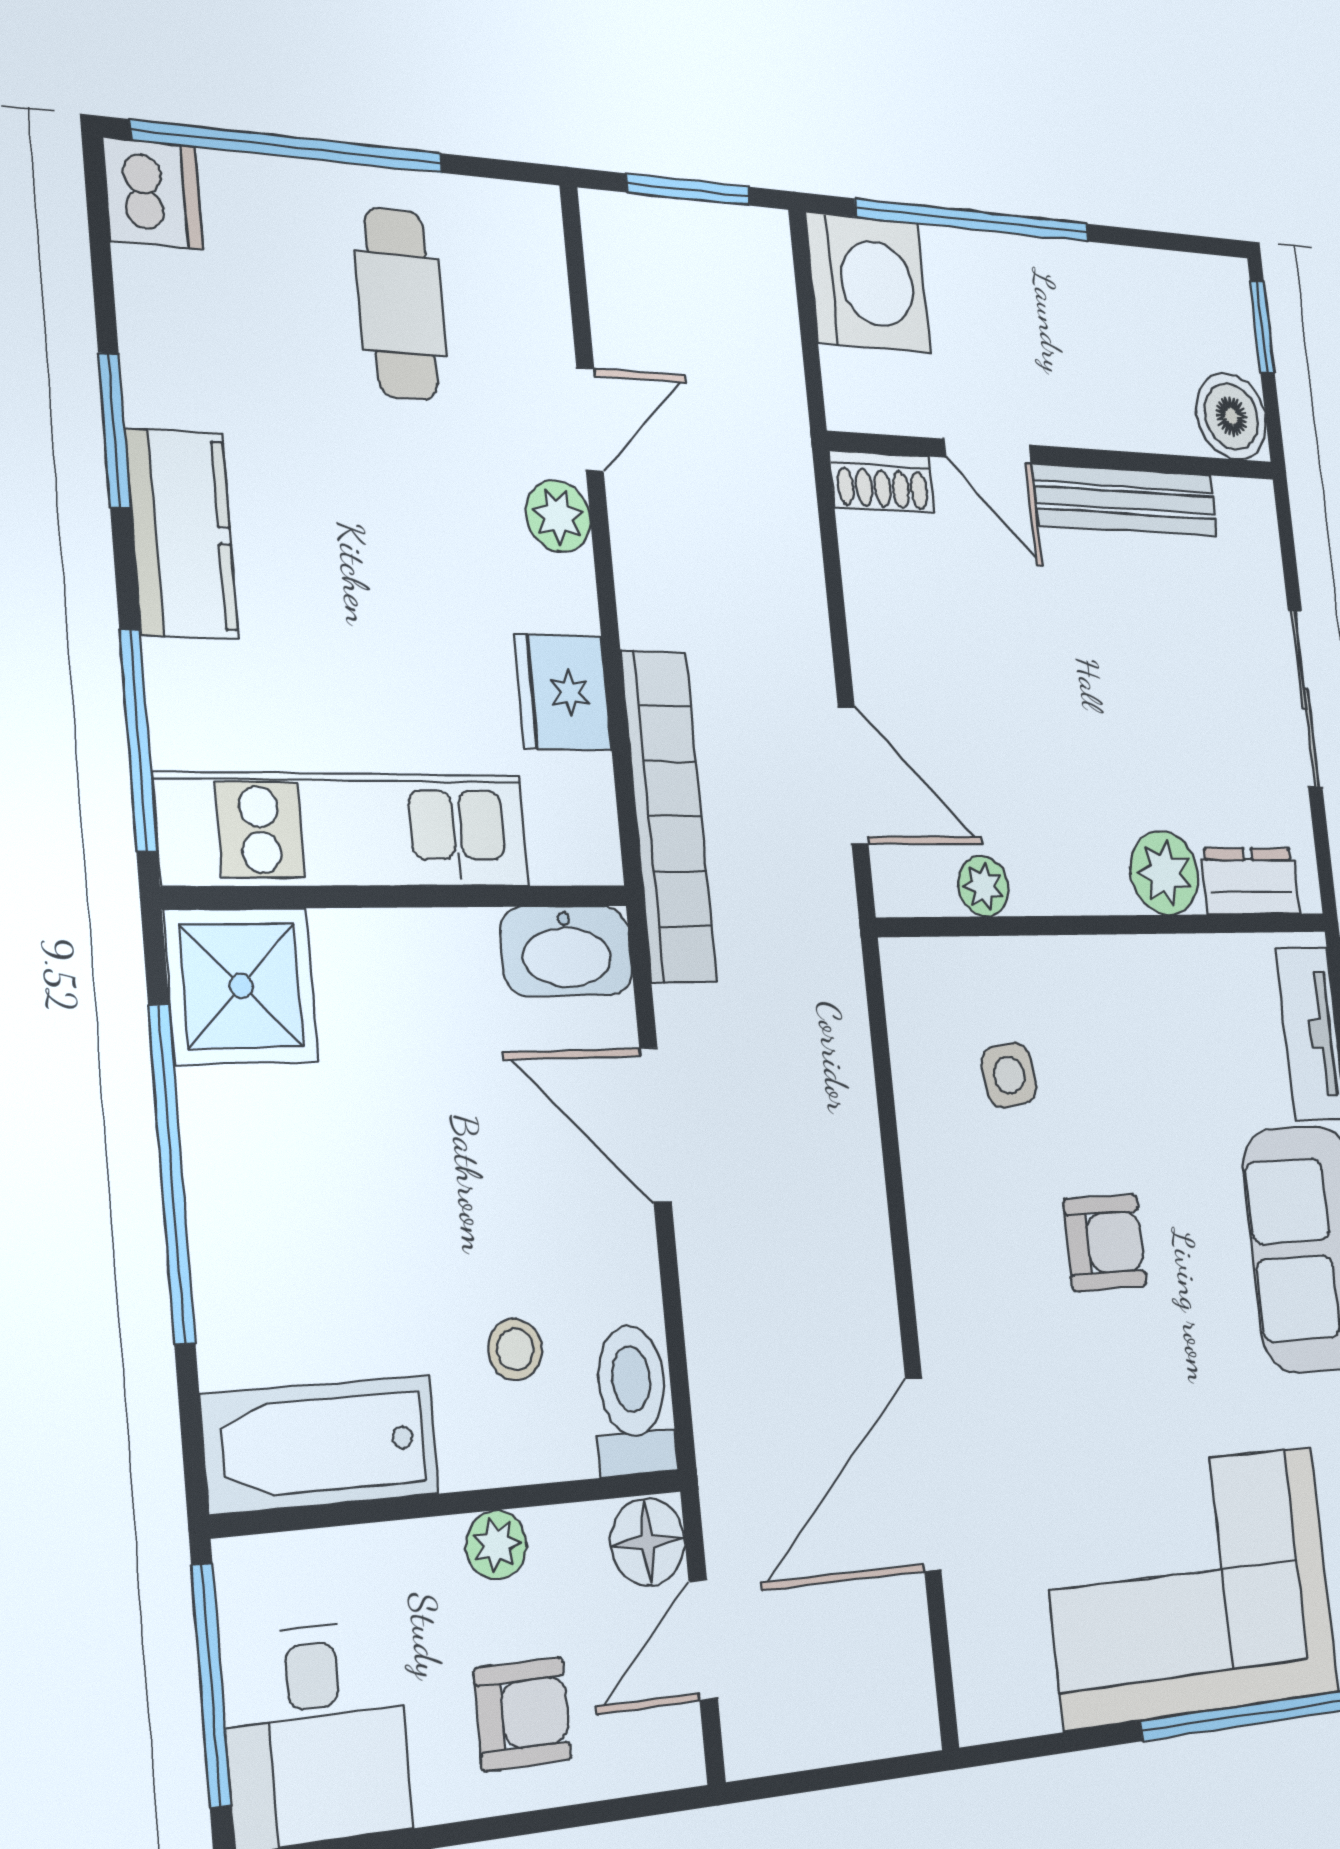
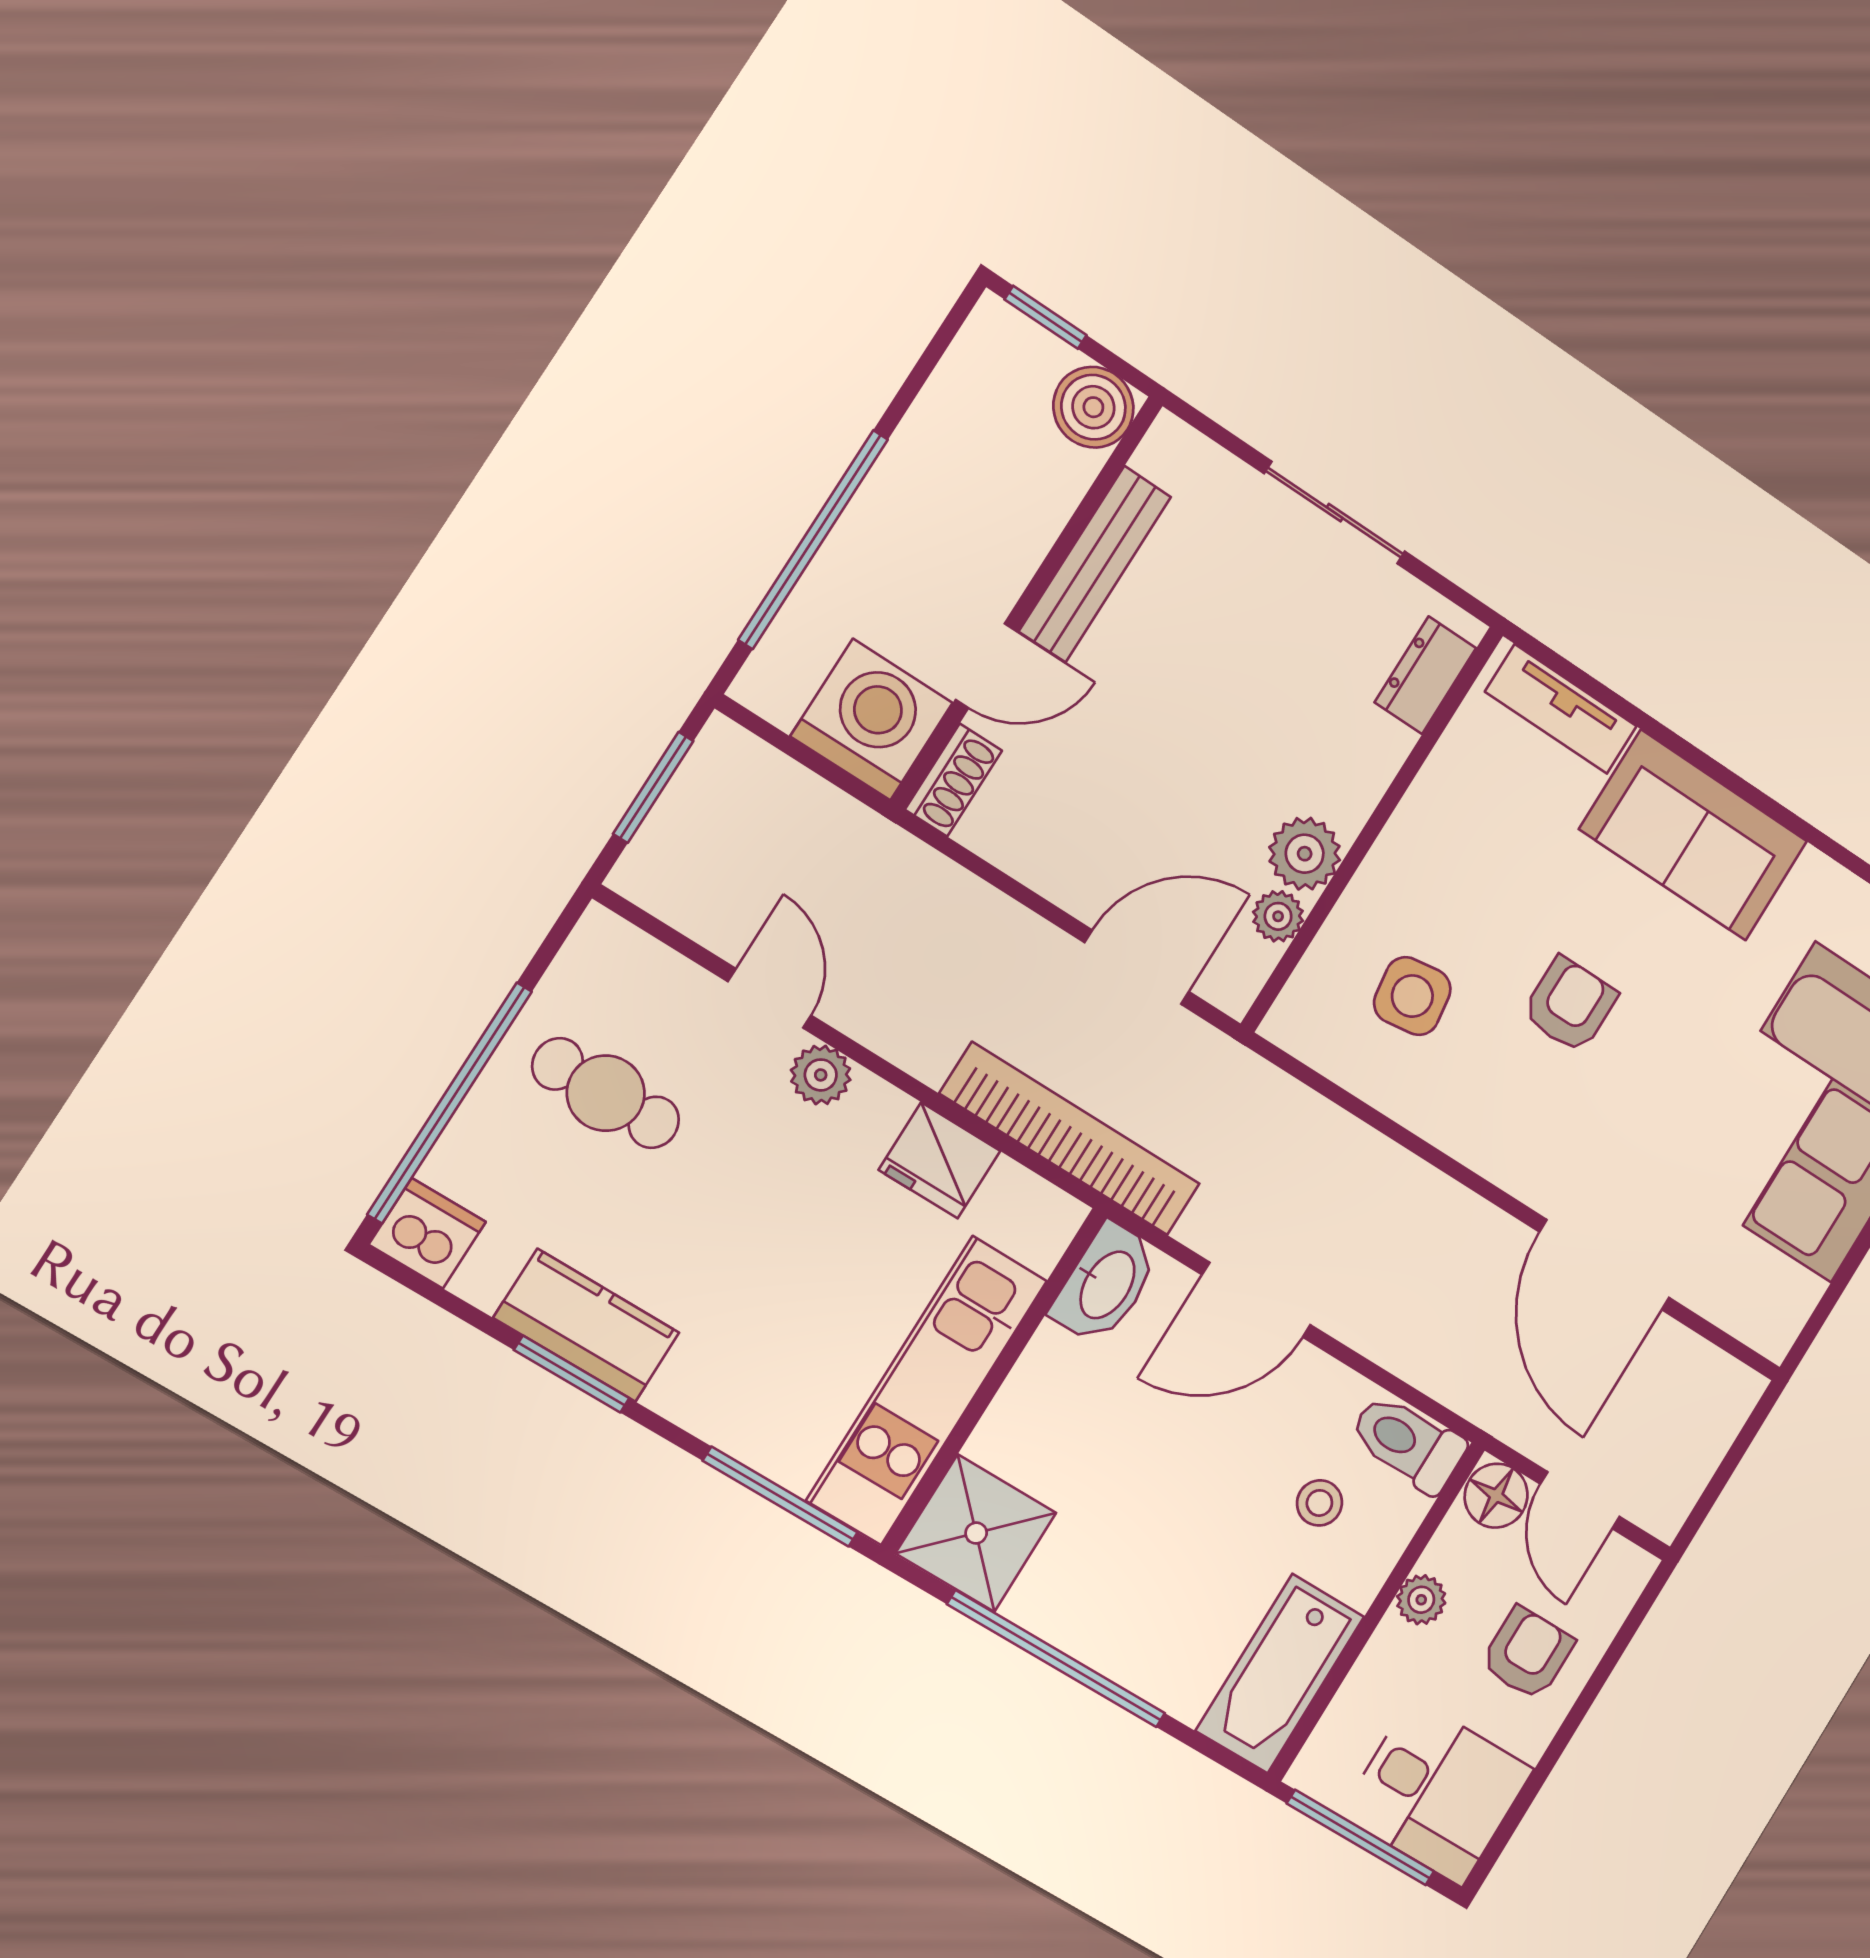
washing machine: (868, 283) -> (872, 720), moved
kitchen counter: (182, 534) -> (586, 1325), moved
plant: (1165, 873) -> (1305, 854), moved
side table: (1009, 1075) -> (1412, 996), width x1.37, depth x1.37

